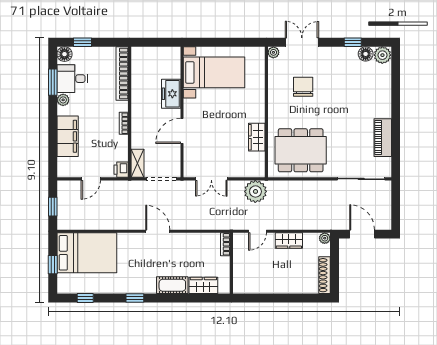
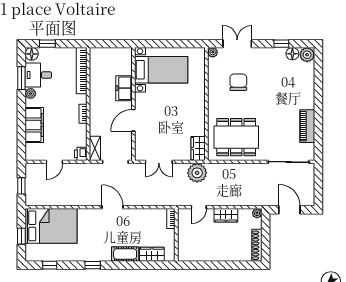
wardrobe: (257, 137) -> (198, 148), moved

